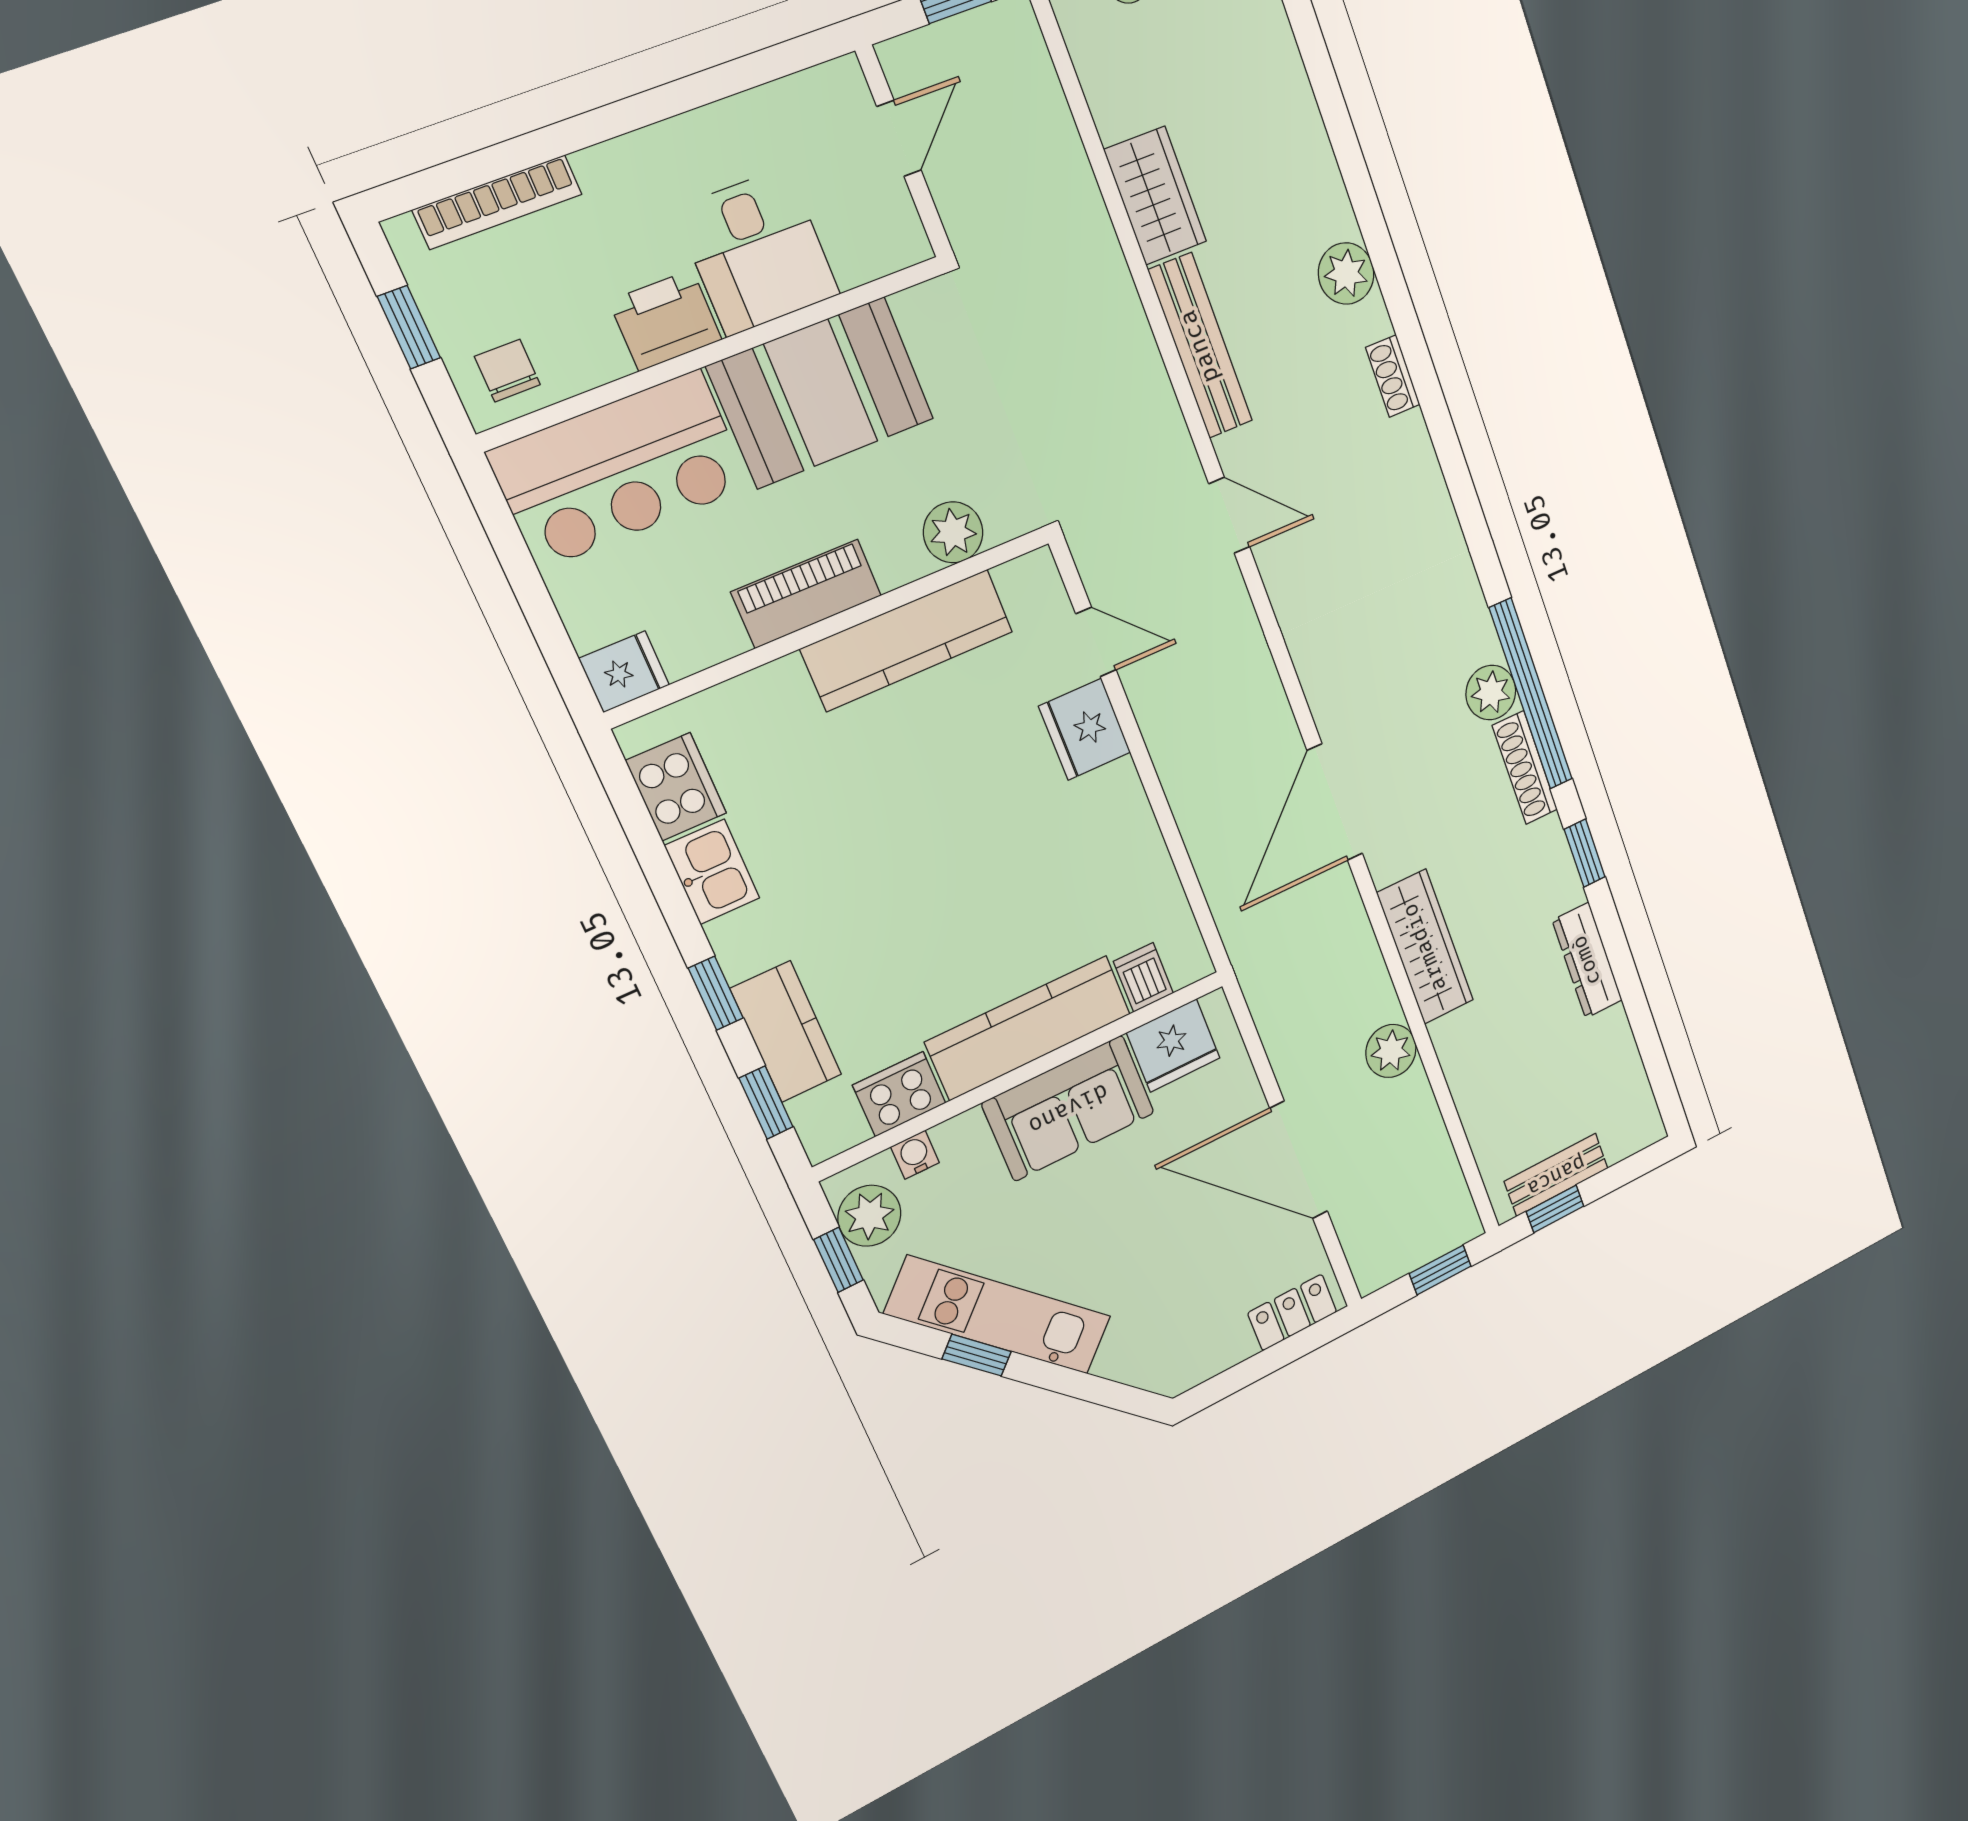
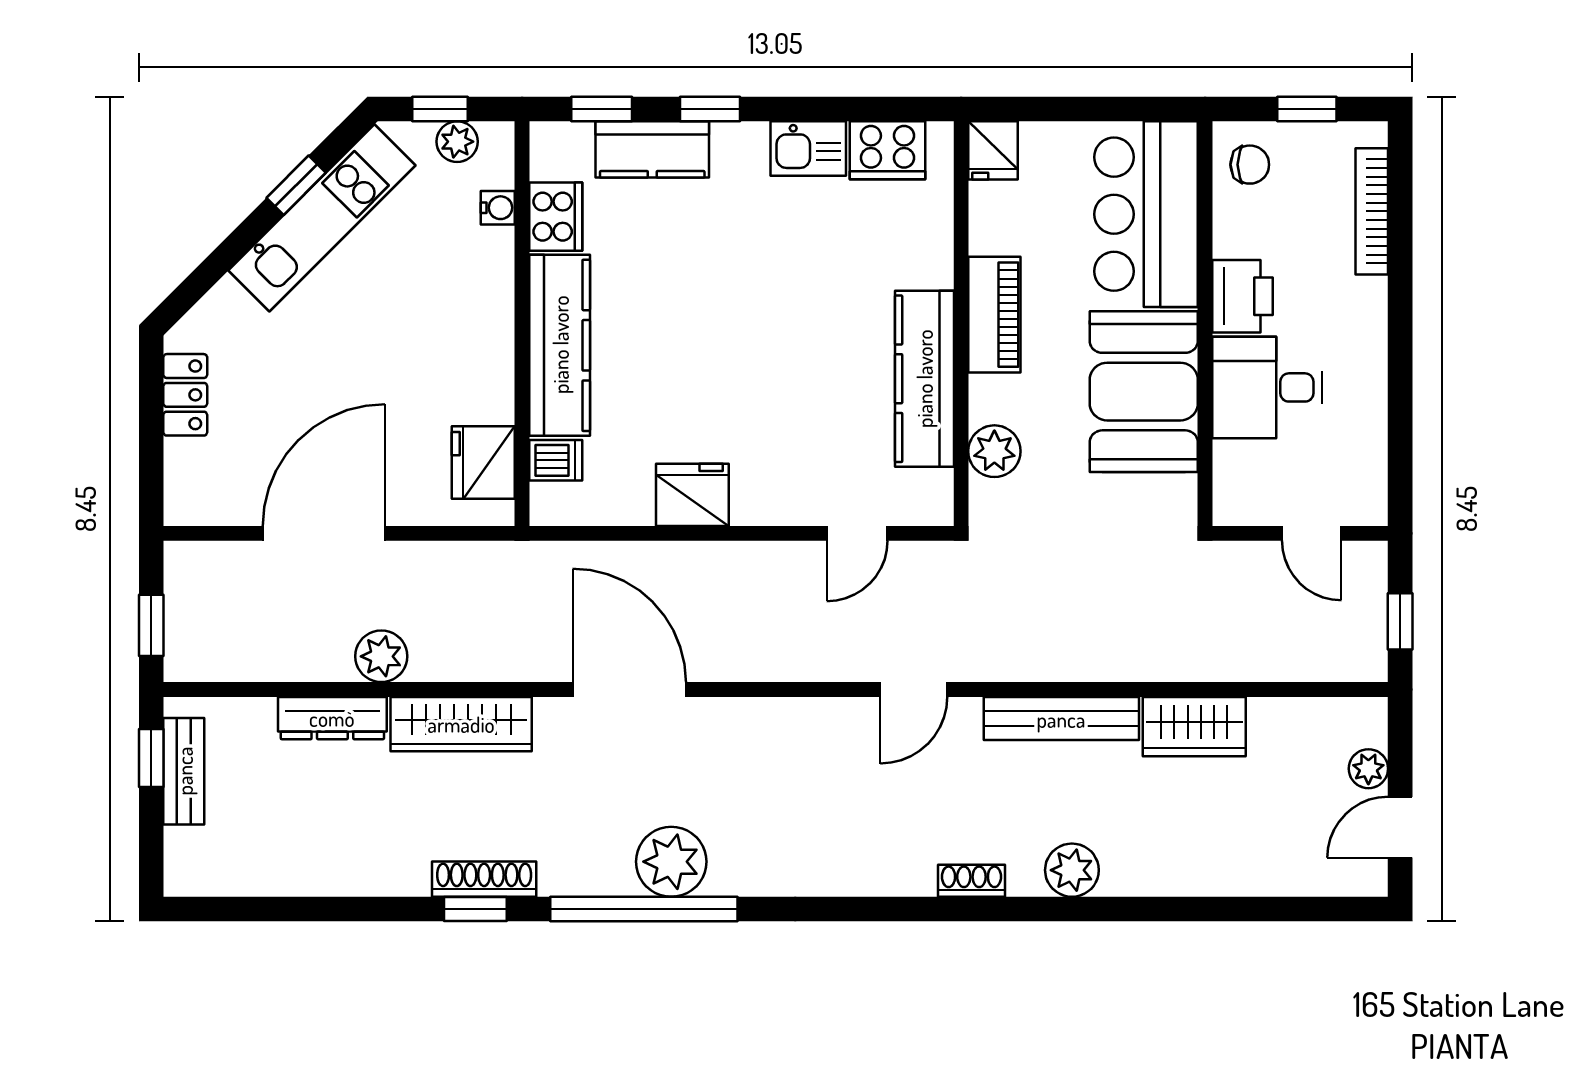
plant: (1491, 693) -> (671, 862), width x1.36, depth x1.36
fridge: (1085, 729) -> (692, 495), moved
shoe rack: (1525, 768) -> (484, 879), moved
dresser: (1587, 960) -> (332, 718), moved, turned 180
sofa: (1068, 1108) -> (473, 351), removed
plant: (869, 1216) -> (457, 142), width x0.73, depth x0.73
locker: (1292, 1312) -> (185, 395), moved

